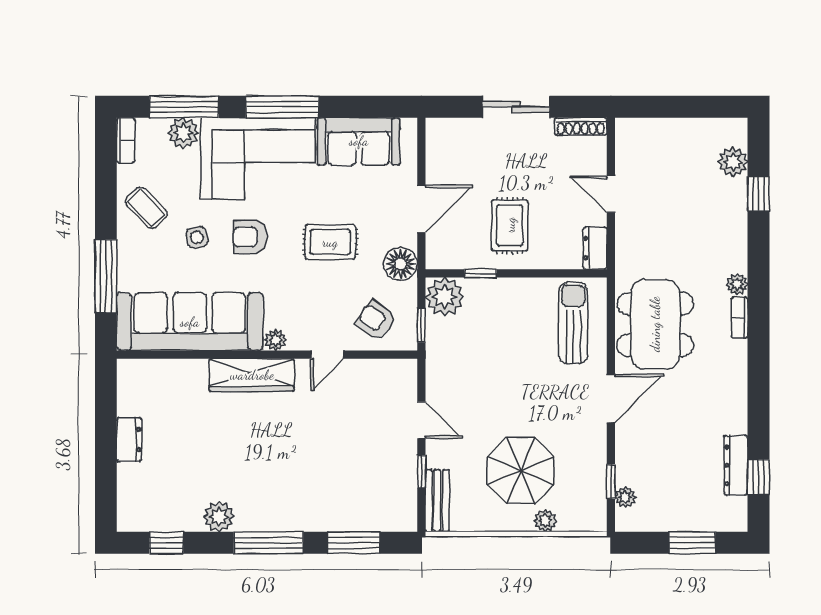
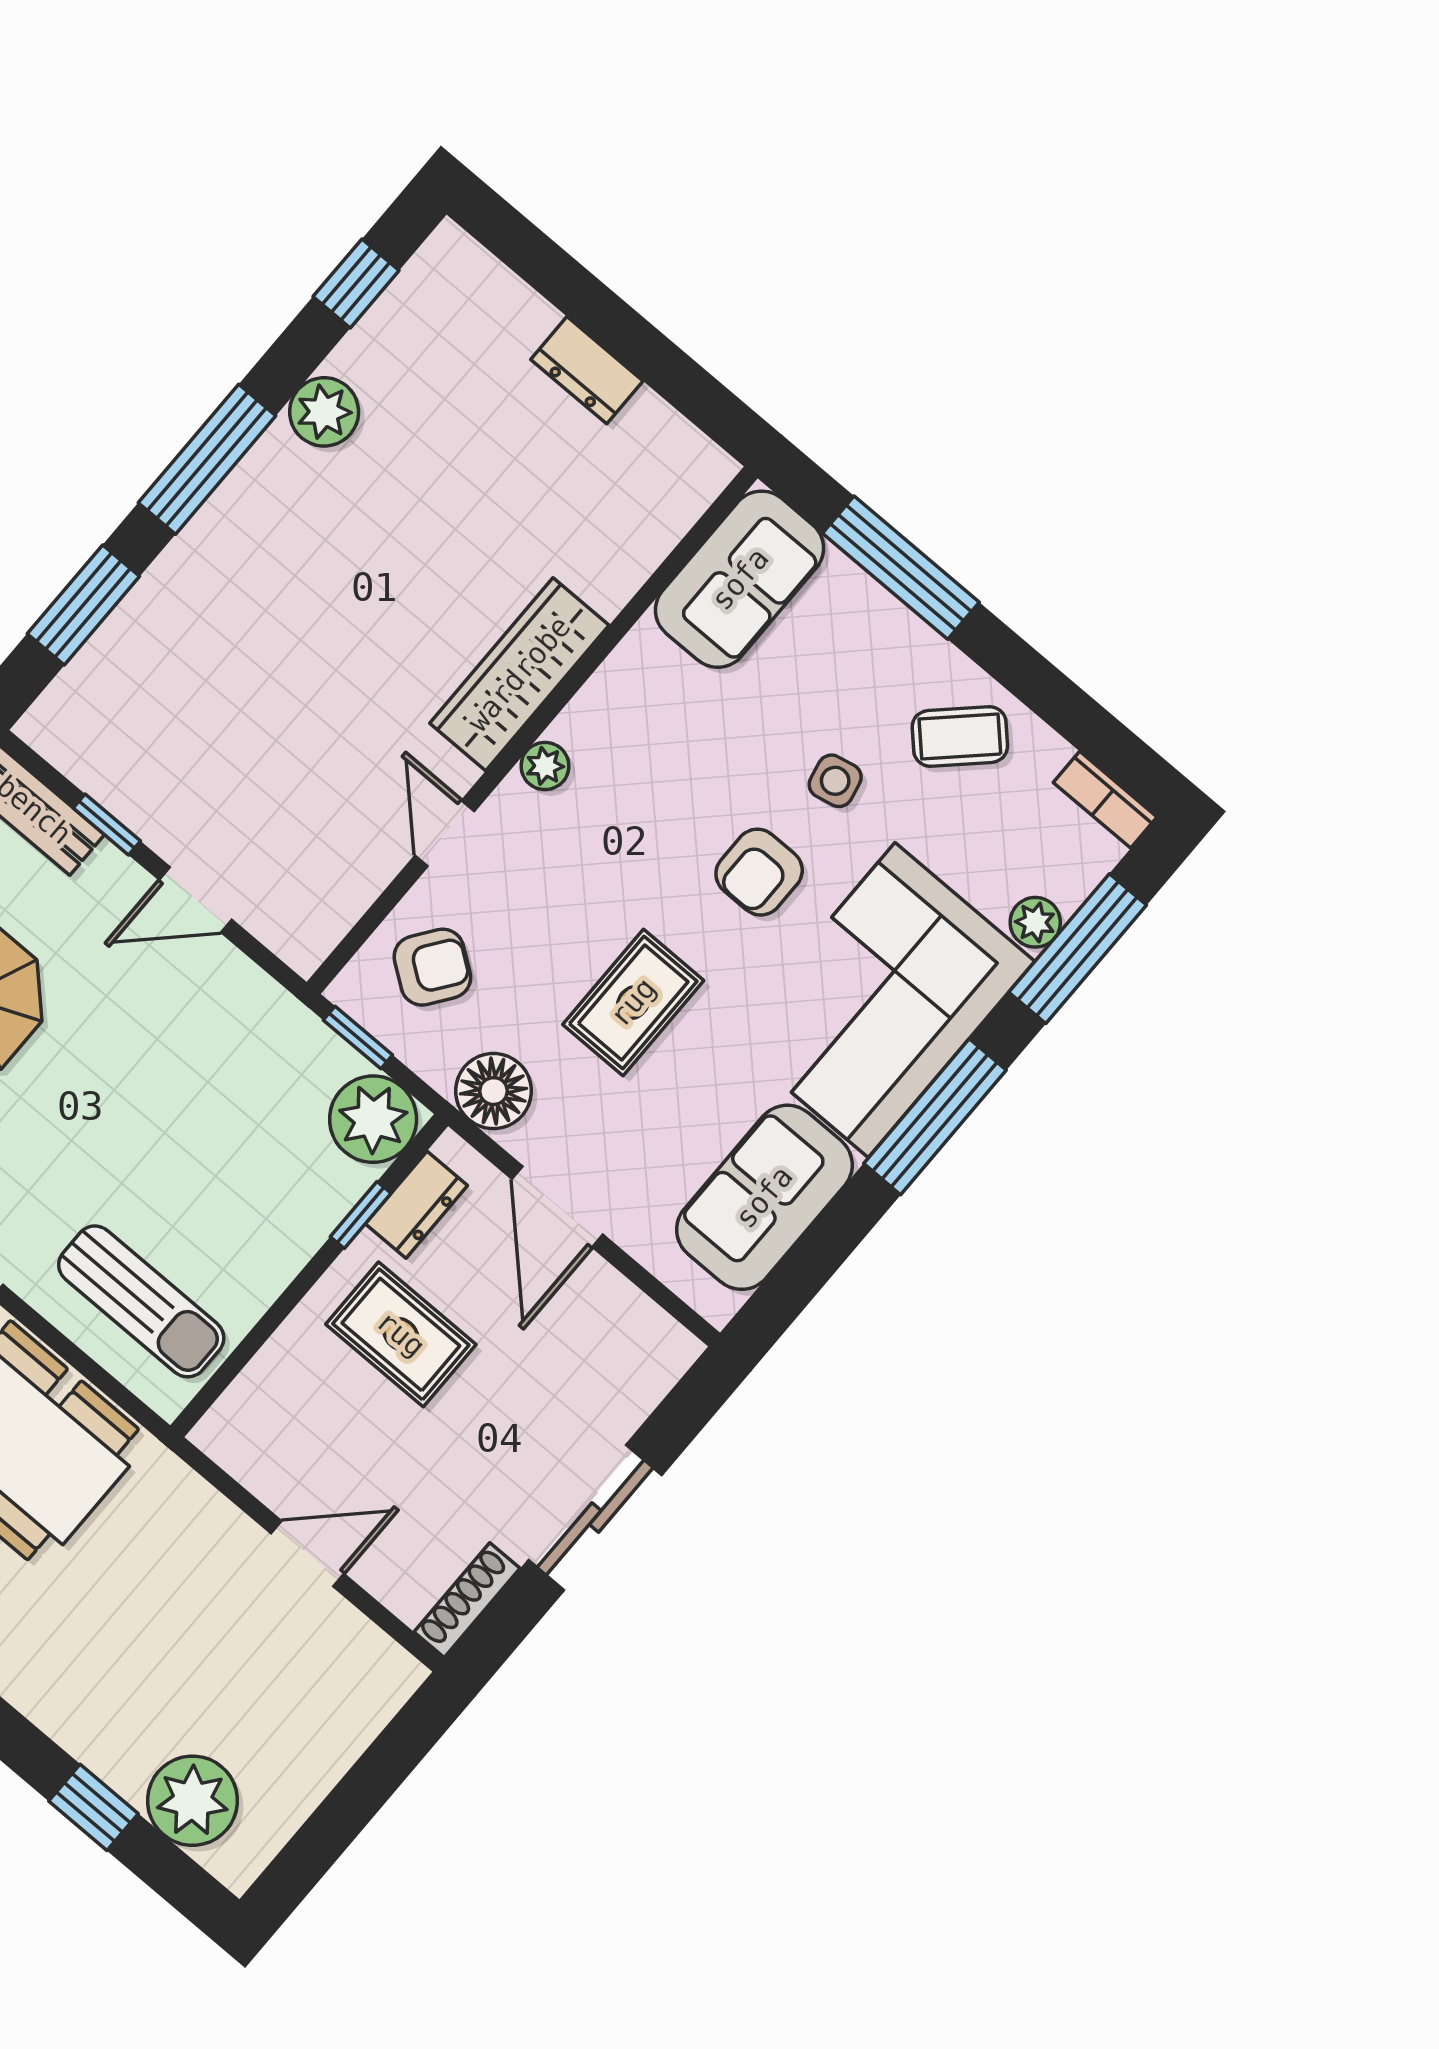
plant: (183, 133) -> (1035, 922), width x0.73, depth x0.73
plant: (733, 162) -> (193, 1801), width x1.36, depth x1.36
armchair: (250, 237) -> (759, 872), turned 180
dresser: (595, 248) -> (416, 1205), moved, turned 90
sofa: (190, 322) -> (740, 579), width x0.54, depth x0.79

